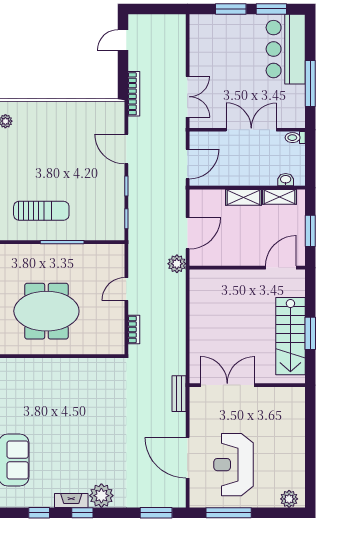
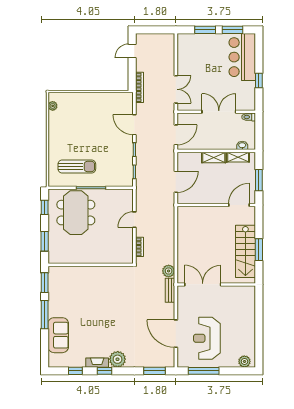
window: (310, 84) -> (259, 80), width x0.46
plant: (177, 264) -> (169, 271), moved
meeting table: (46, 311) -> (76, 213), moved, turned 90

